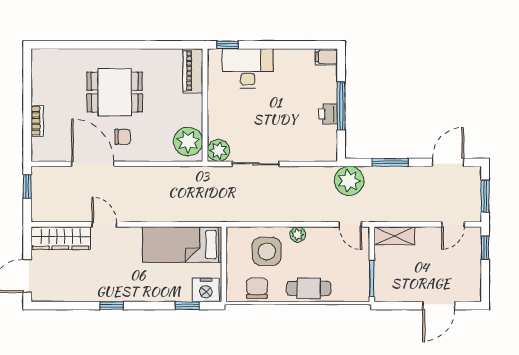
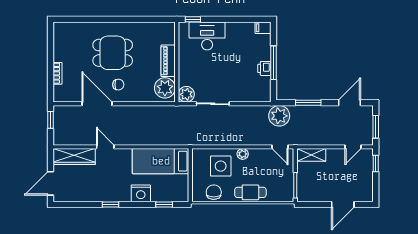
piano: (193, 71) -> (168, 61), moved
nightstand: (206, 290) -> (141, 193), moved

